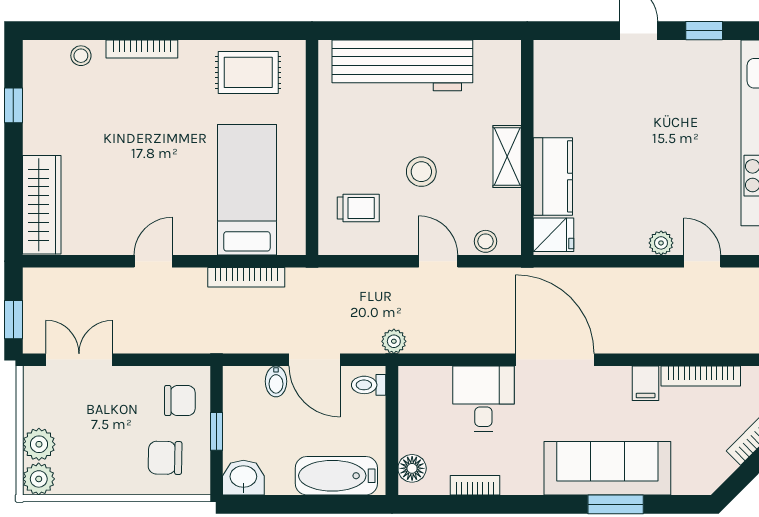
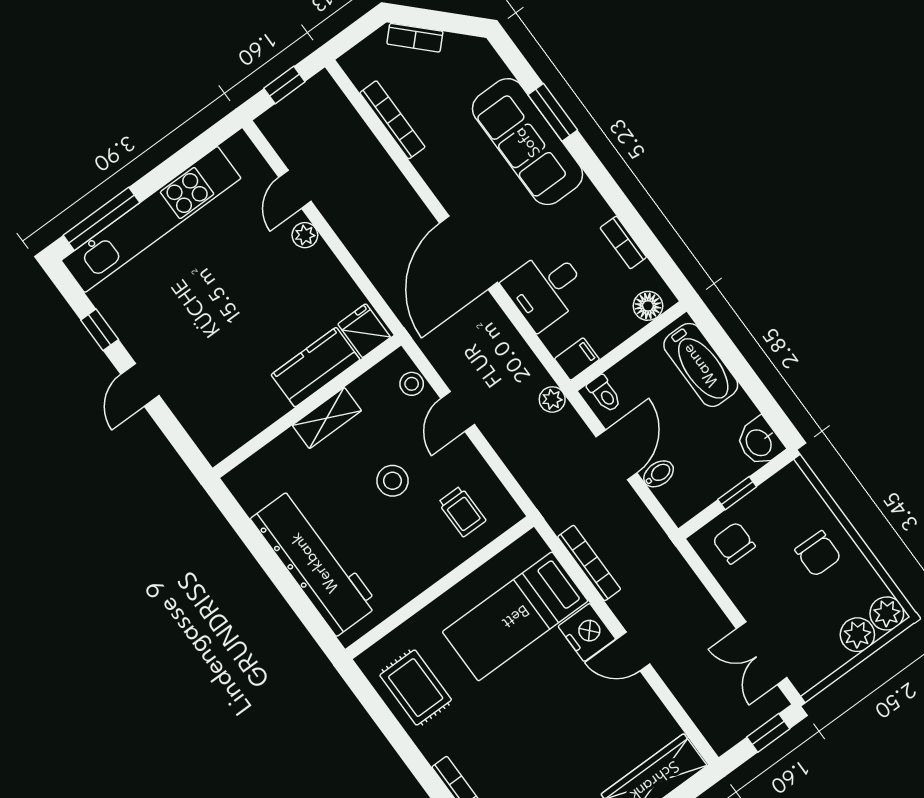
trolley: (358, 208) -> (462, 511), turned 180
nightstand: (194, 236) -> (587, 632), added
filing cabinet: (646, 383) -> (577, 359), moved
chair: (165, 458) -> (818, 554), moved

